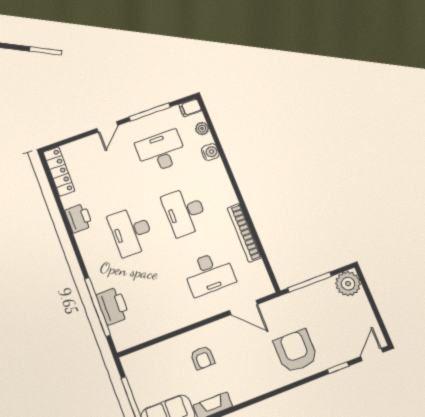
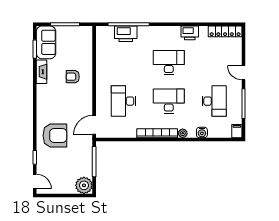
plant: (202, 129) -> (183, 133), moved
bookcase: (244, 233) -> (157, 133), moved
door: (243, 307) -> (94, 125), moved

